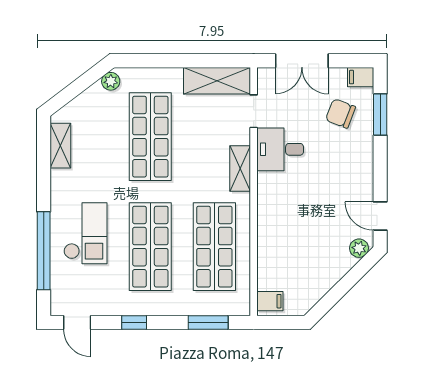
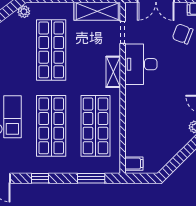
desk: (280, 149) -> (141, 64), width x1.37

